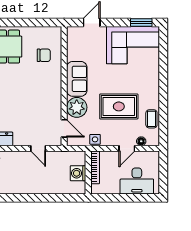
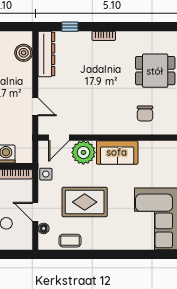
rug: (119, 106) -> (85, 202), turned 90
door: (38, 148) -> (35, 107), swing flipped

